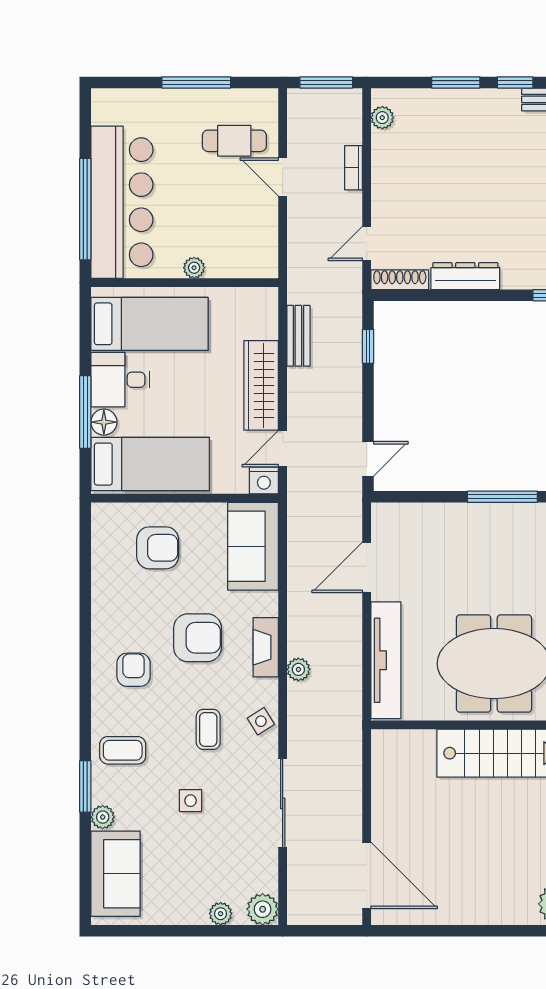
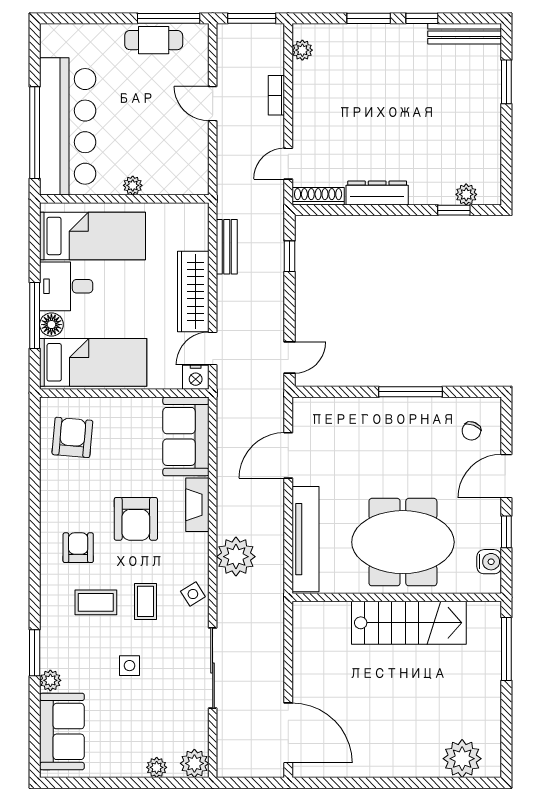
window: (196, 82) -> (169, 18), moved
cafe table: (234, 141) -> (154, 40), moved
armchair: (158, 548) -> (72, 437), moved, turned -85
armchair: (198, 638) -> (136, 519), turned 90
fireplace: (266, 647) -> (197, 505), moved
plant: (298, 669) -> (236, 557), width x1.87, depth x1.87
coffee table: (123, 750) -> (96, 602), moved

